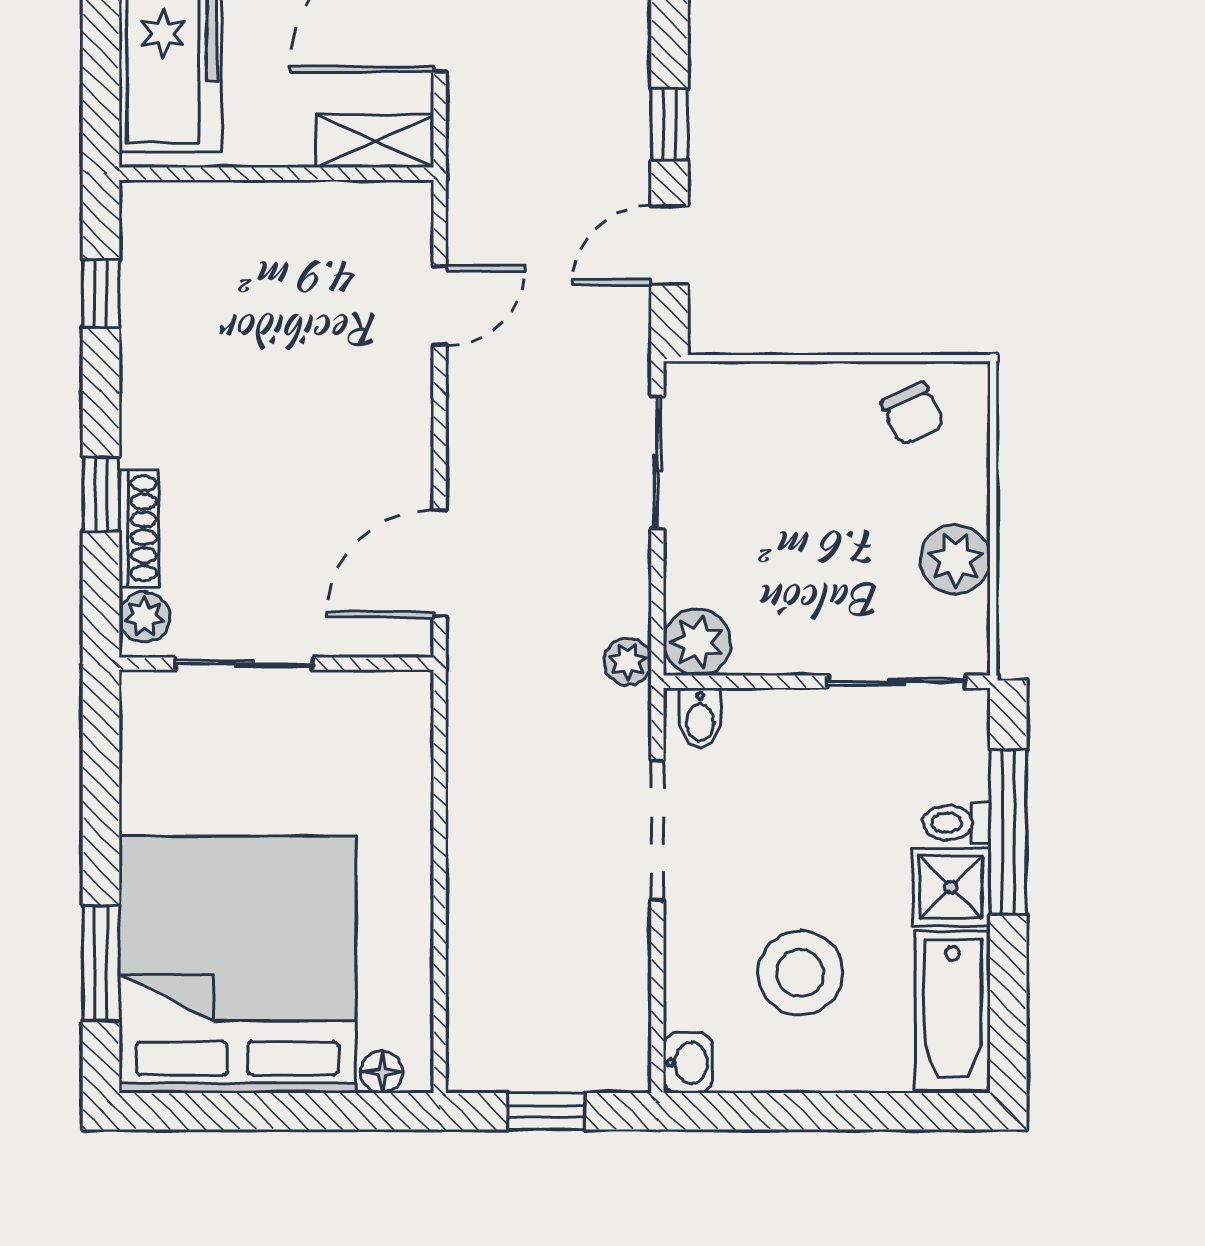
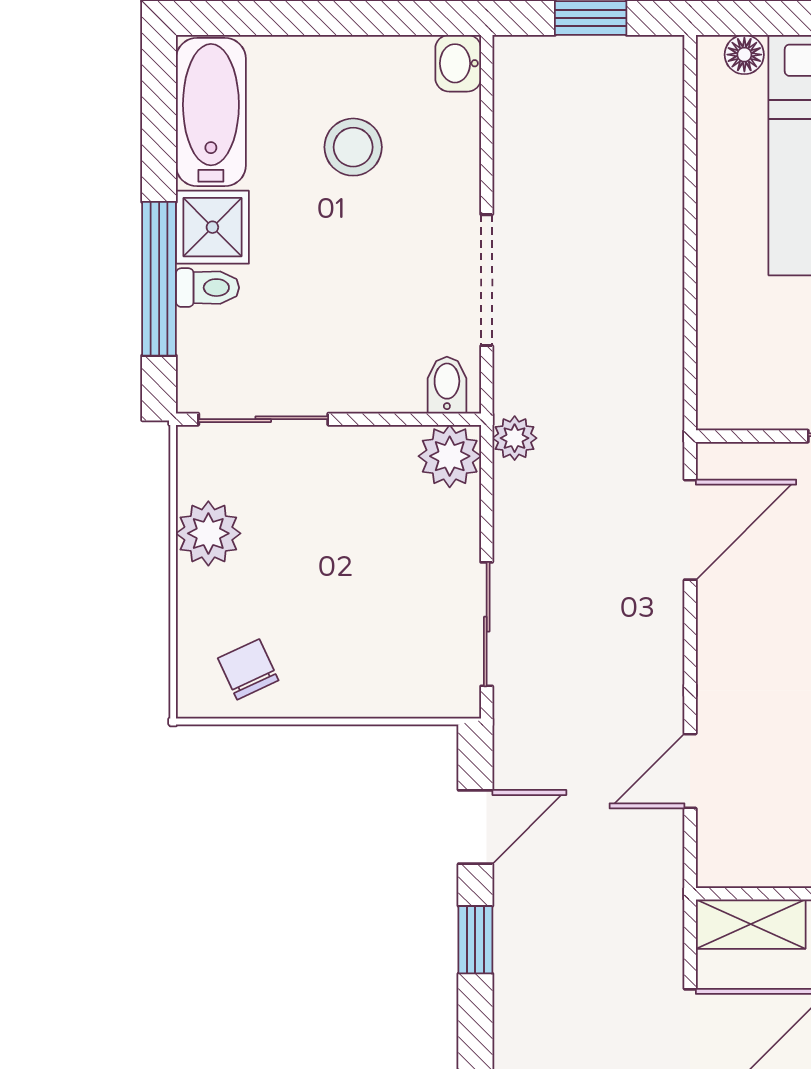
stool: (800, 973) -> (353, 147), width x0.73, depth x0.73

